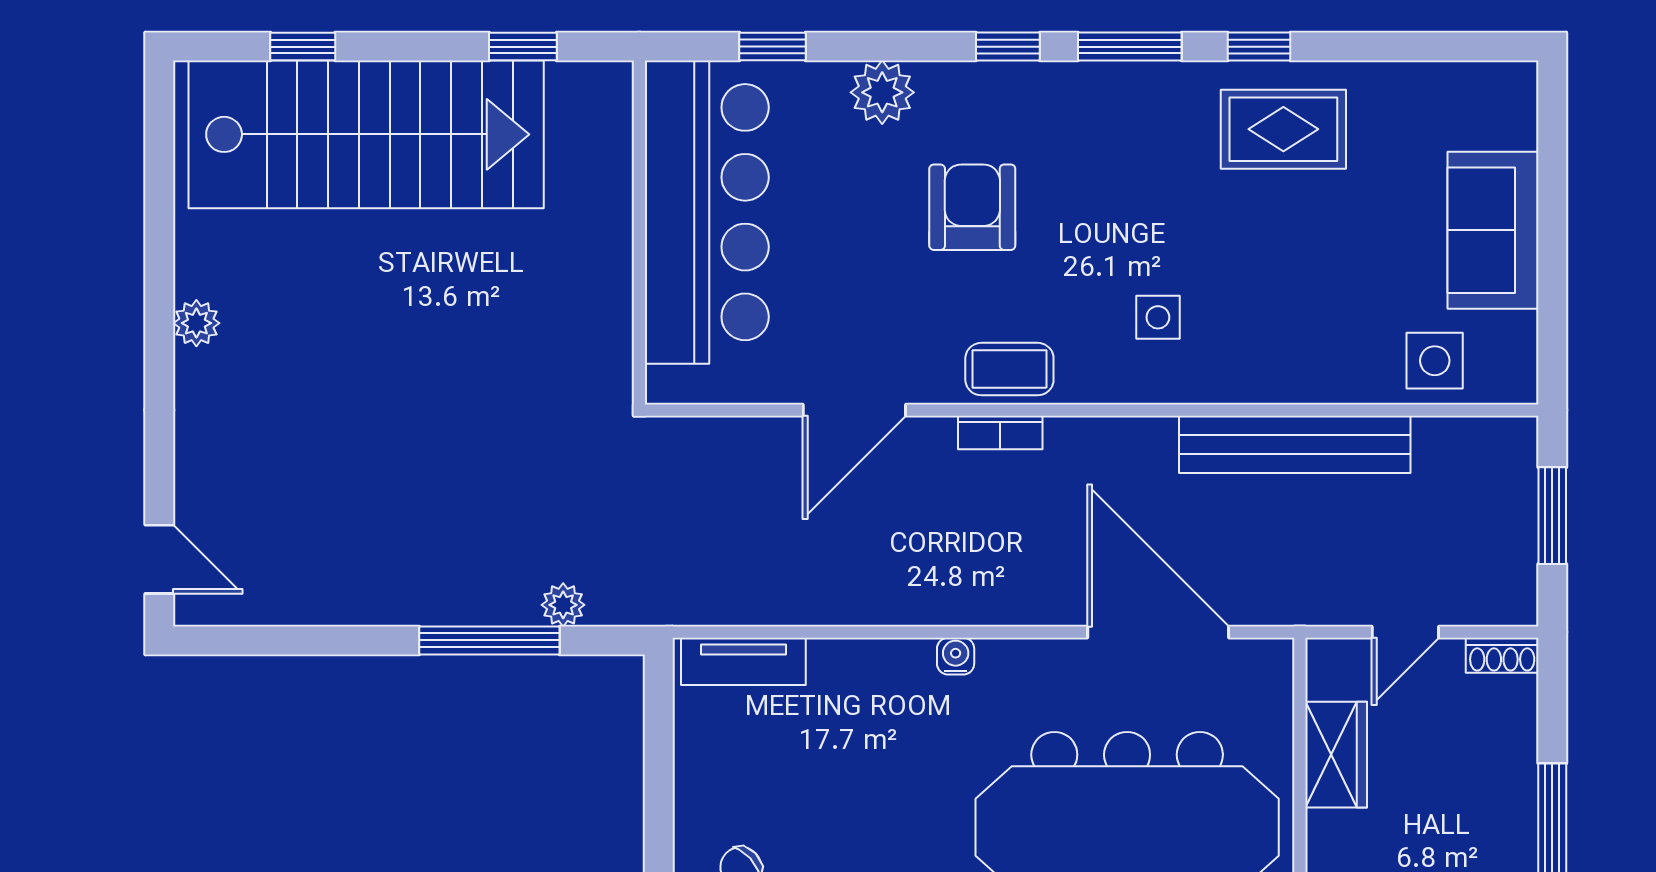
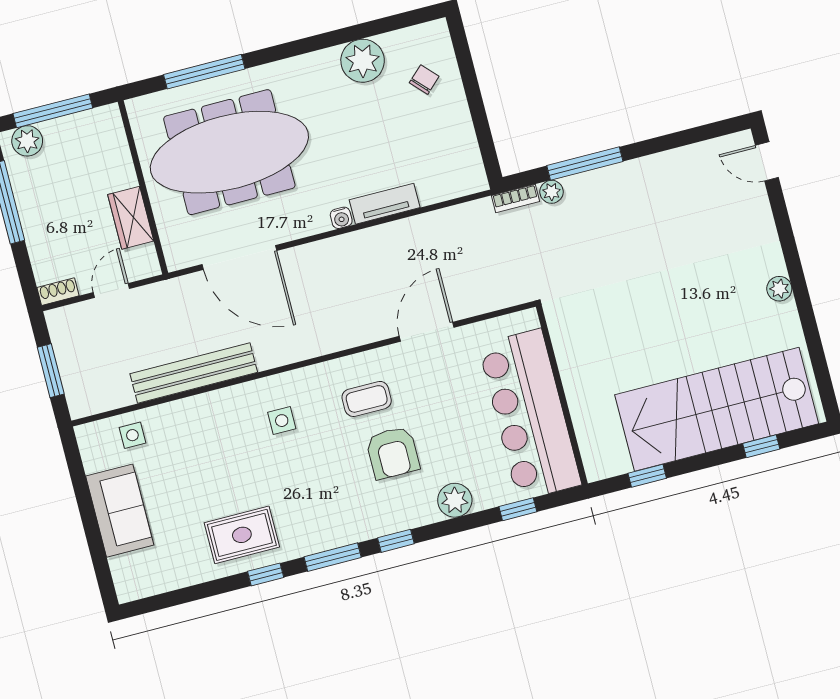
side table: (1435, 361) -> (132, 435), width x0.73, depth x0.73
coffee table: (1009, 369) -> (367, 399), moved
bookcase: (1000, 432) -> (516, 198), moved, turned 180
tv unit: (743, 661) -> (385, 204), moved

